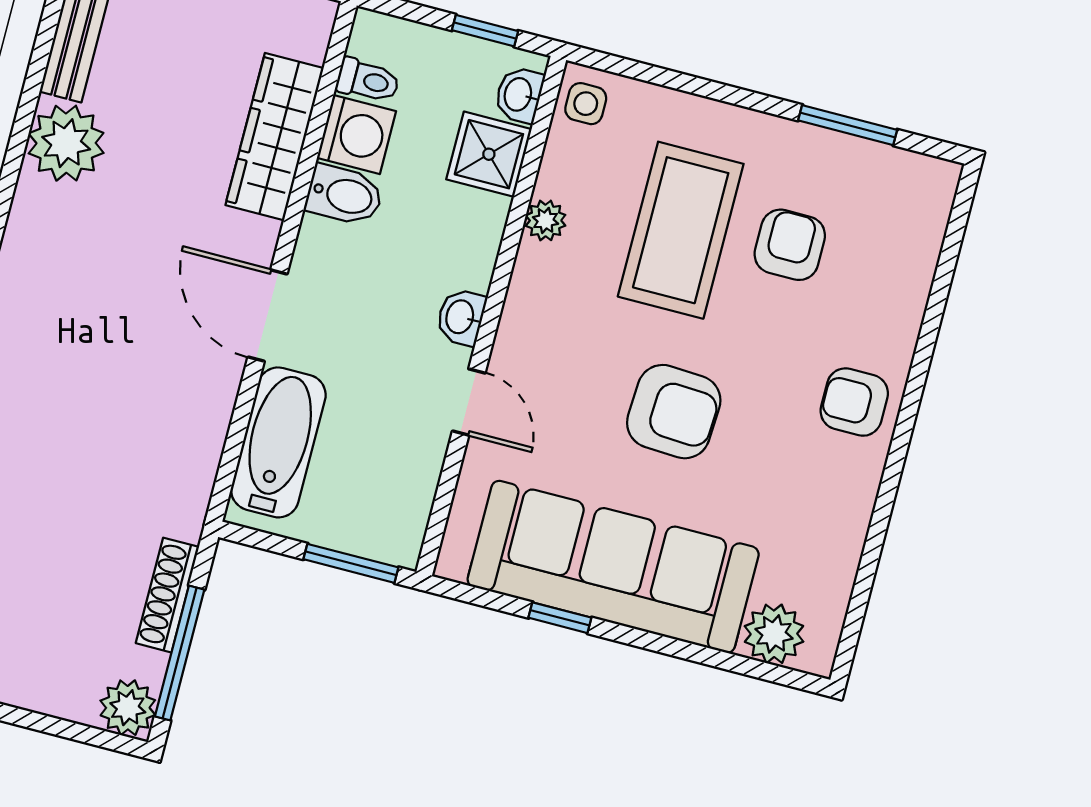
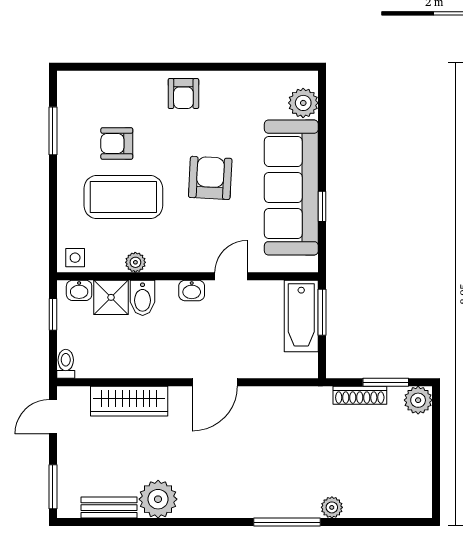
toilet: (368, 81) -> (66, 364), moved
washing machine: (356, 135) -> (118, 363), removed
bidet: (344, 195) -> (143, 298), moved, turned 180
bathtub: (278, 442) -> (301, 316), moved, turned -90
window: (180, 653) -> (386, 382), width x0.69

